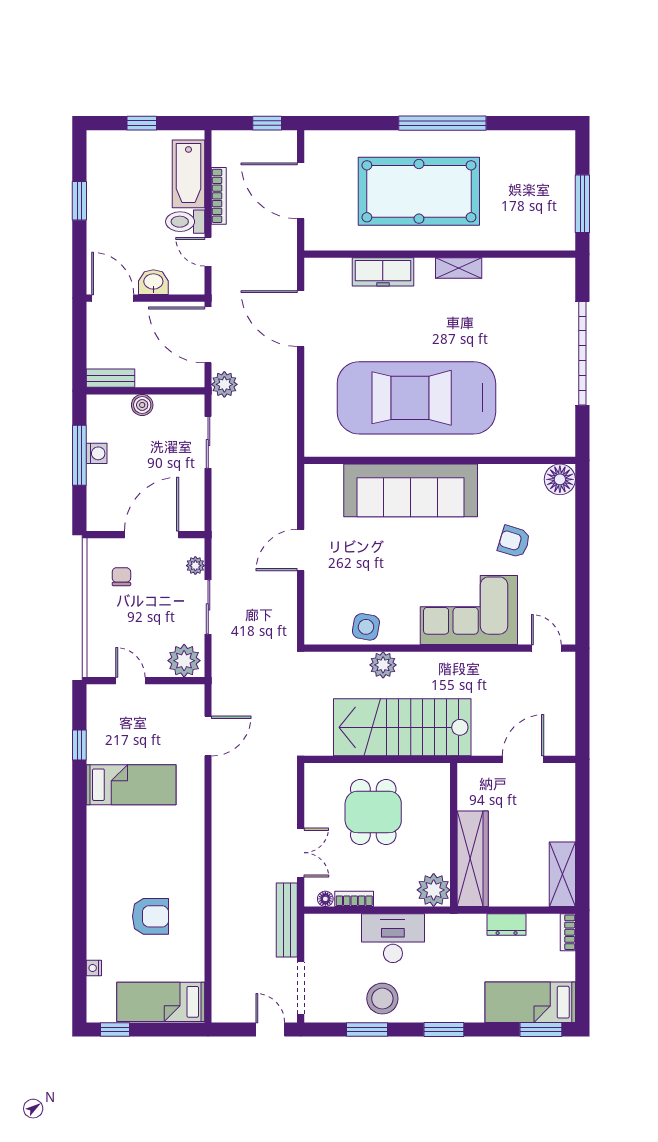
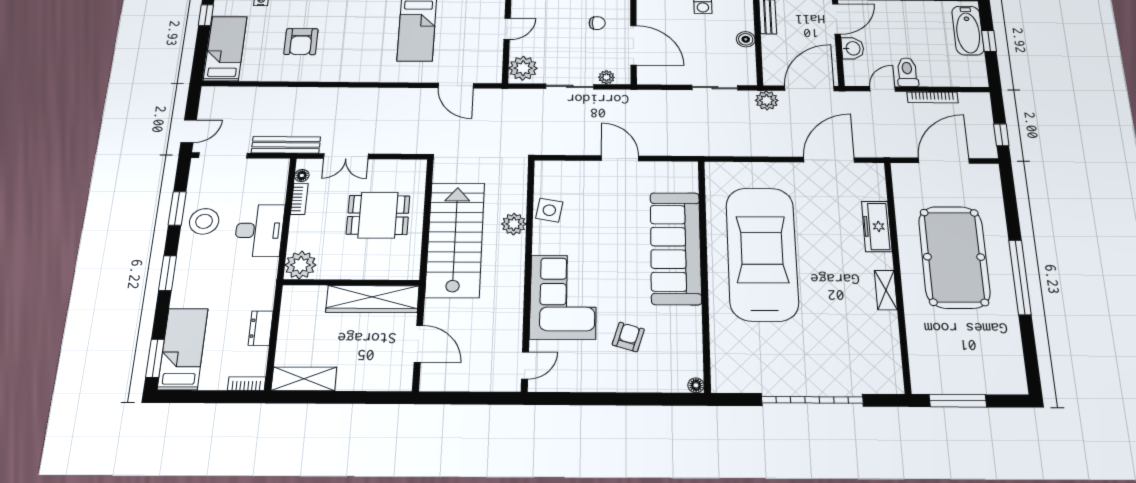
bathtub: (188, 174) -> (968, 30), moved, turned -90
floor lamp: (560, 479) -> (696, 385), width x0.53, depth x0.53
wardrobe: (473, 859) -> (372, 299), moved

